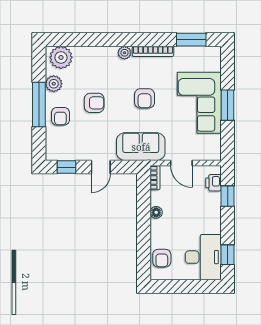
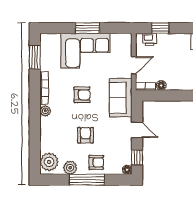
floor lamp: (51, 155) -> (127, 170), added
floor lamp: (156, 212) -> (161, 85), moved

